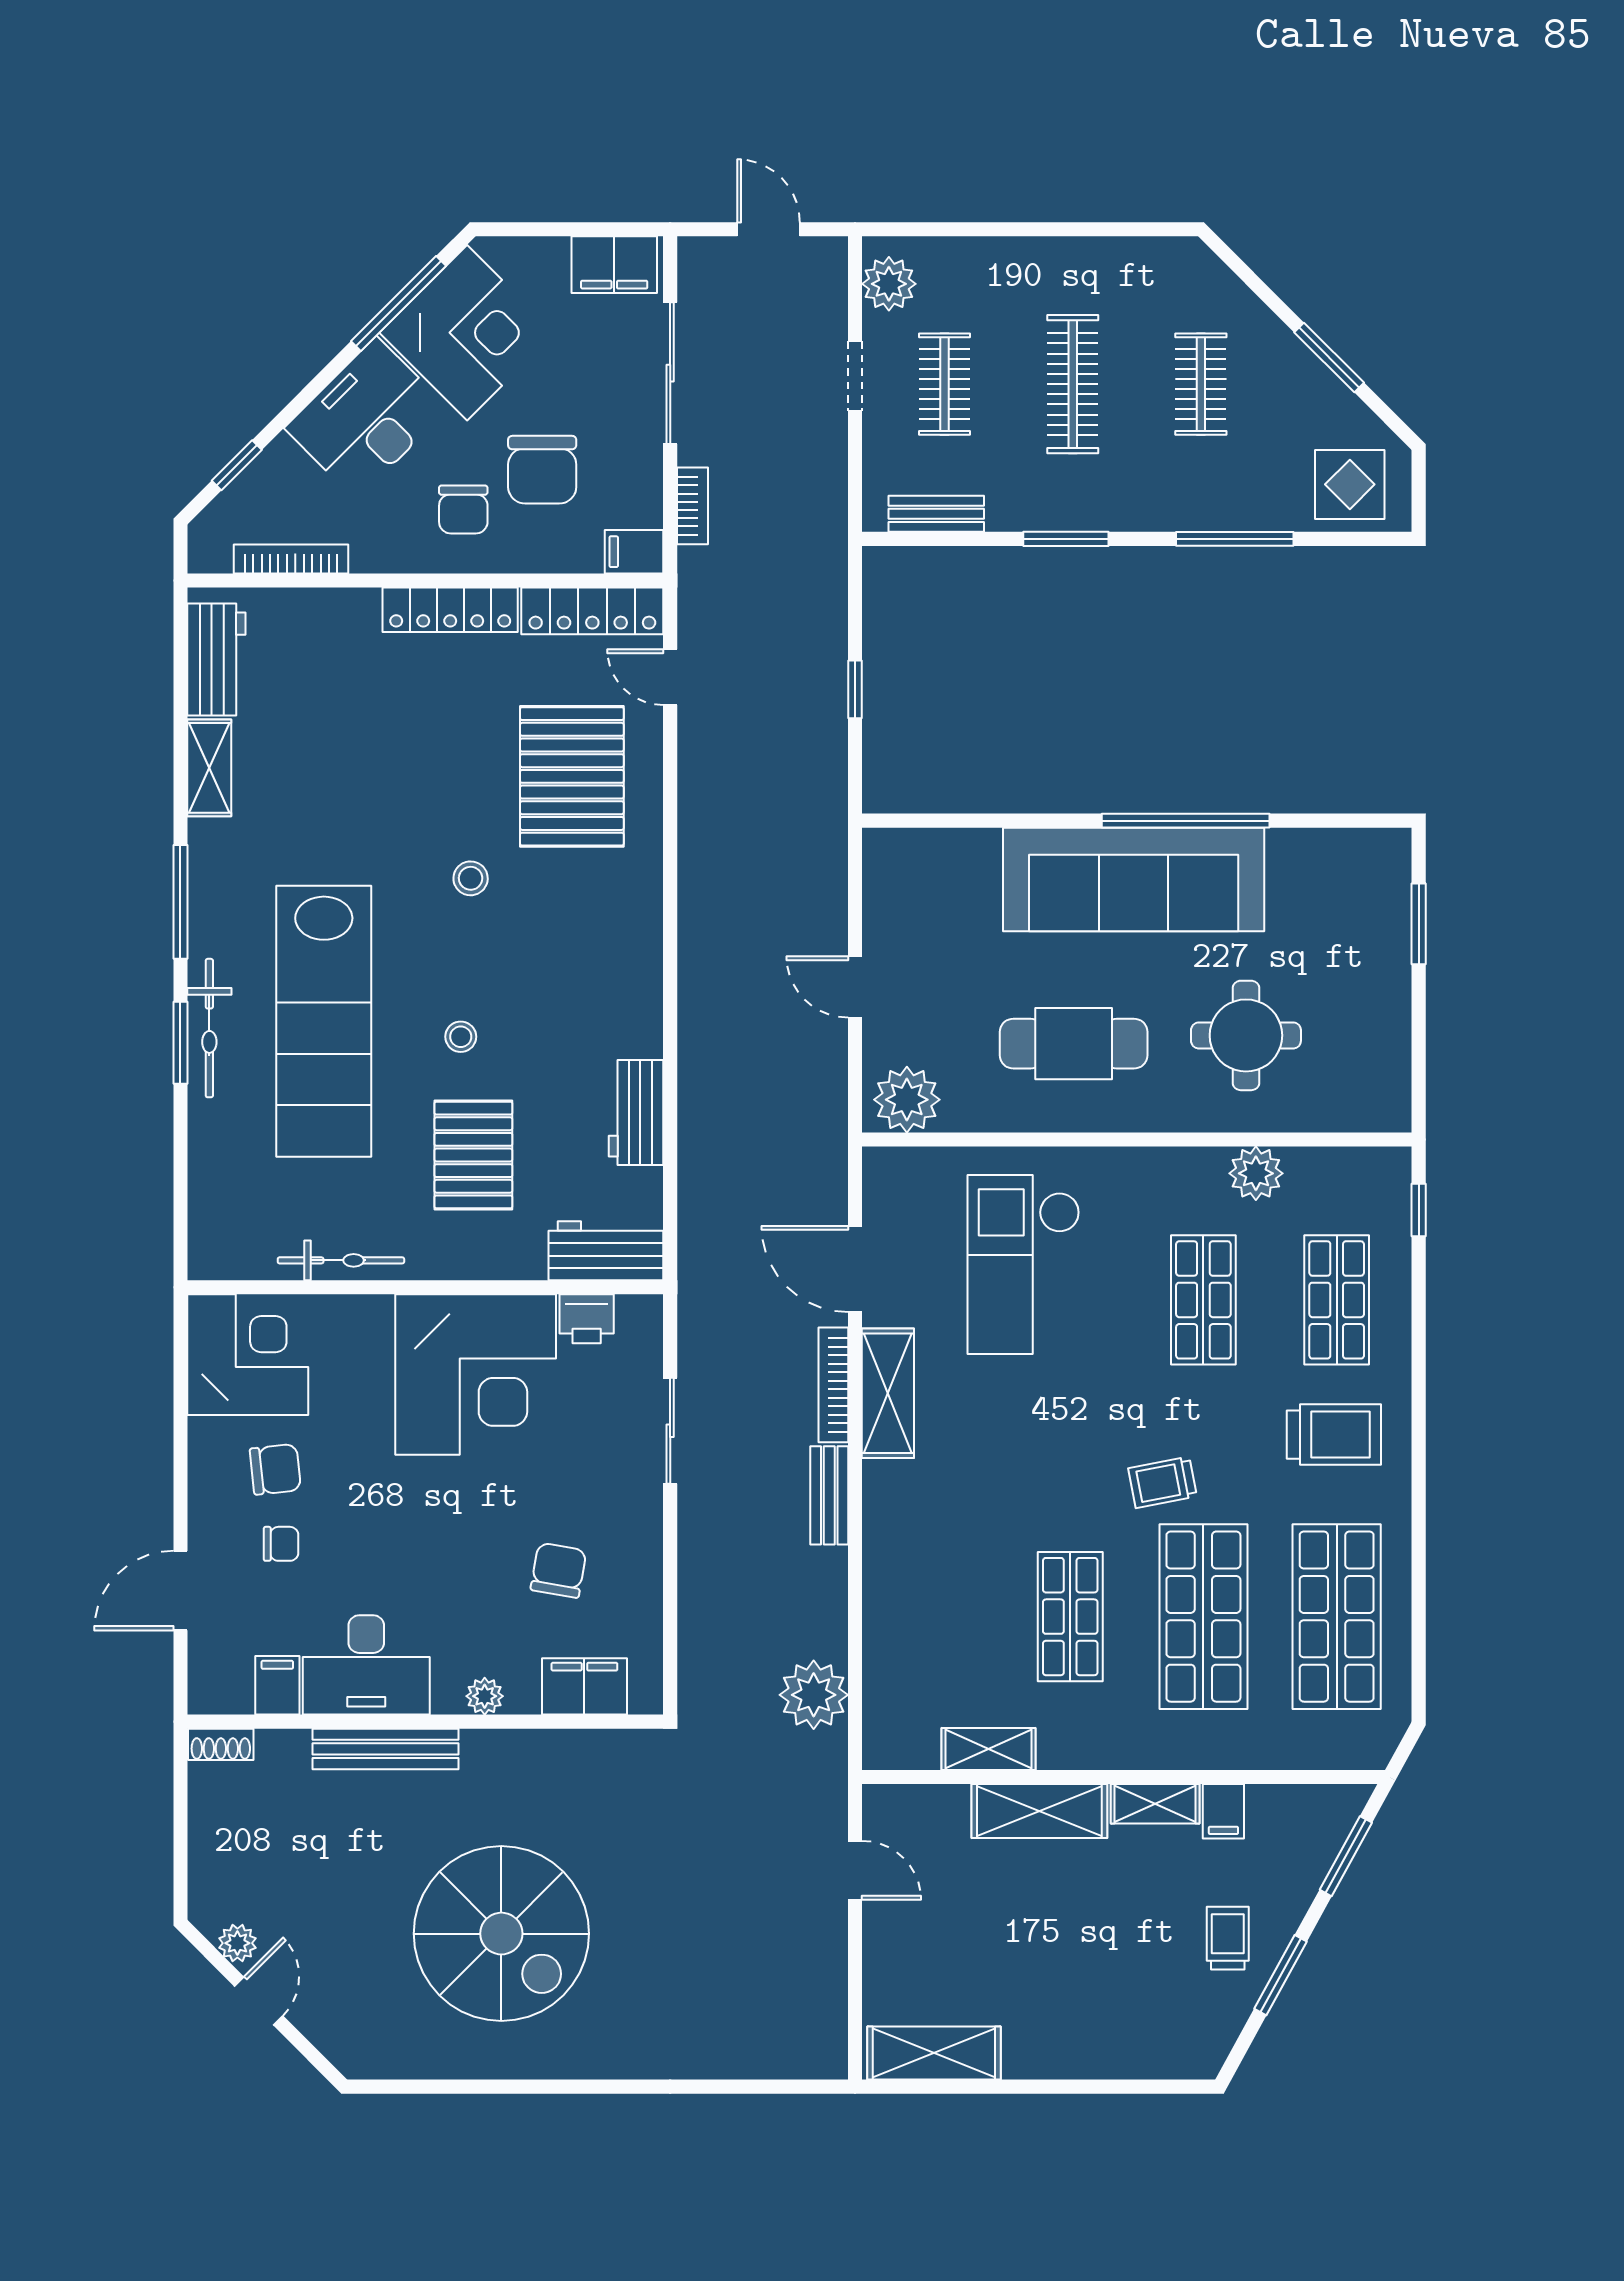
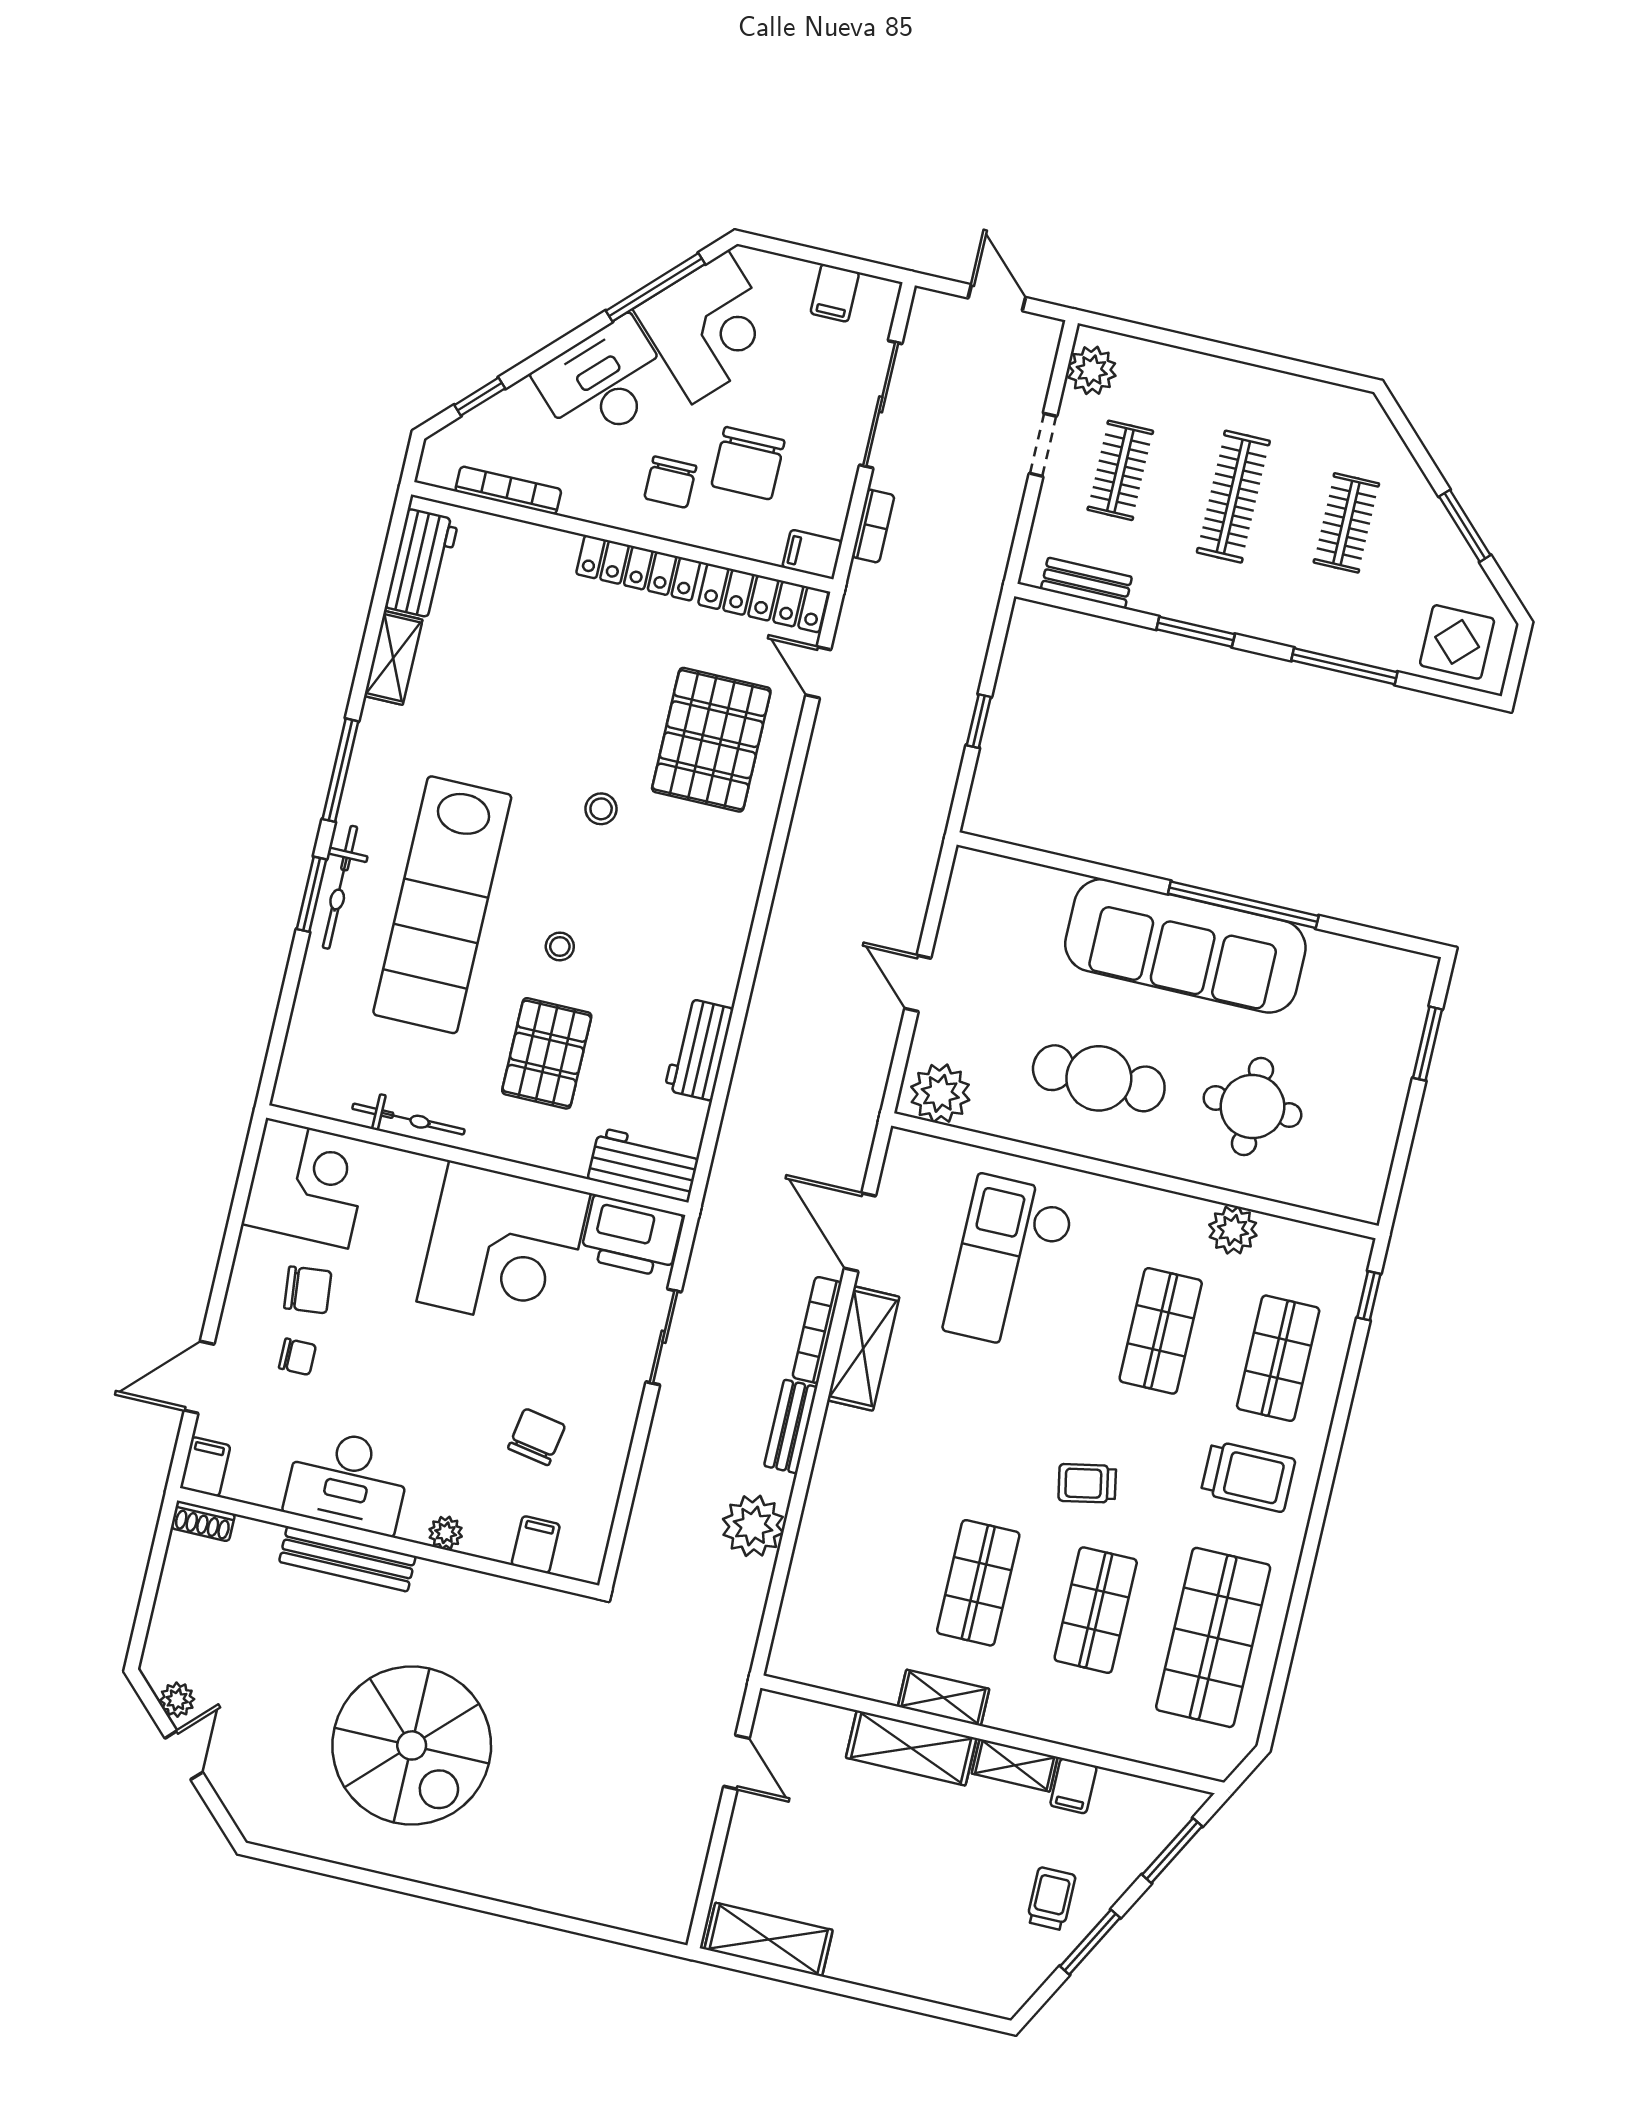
filing cabinet: (614, 265) -> (835, 293), width x0.50
printer: (587, 1319) -> (631, 1236), width x1.87, depth x1.48
shop shelf: (1203, 1617) -> (1096, 1610), width x0.70, depth x0.74
filing cabinet: (277, 1685) -> (205, 1467), moved
filing cabinet: (584, 1686) -> (536, 1545), width x0.50
plant: (814, 1695) -> (753, 1526), moved
shelving: (988, 1749) -> (944, 1698), moved

